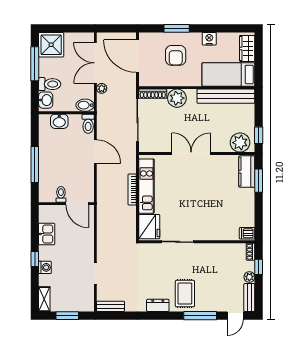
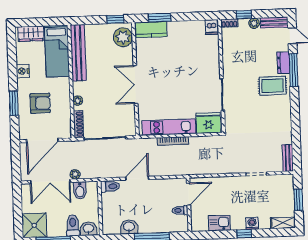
plant: (177, 98) -> (78, 101), width x0.53, depth x0.53
bidet: (85, 105) -> (80, 190), moved
washbasin: (59, 121) -> (129, 227), moved, turned -90
dresser: (158, 305) -> (283, 63), moved

